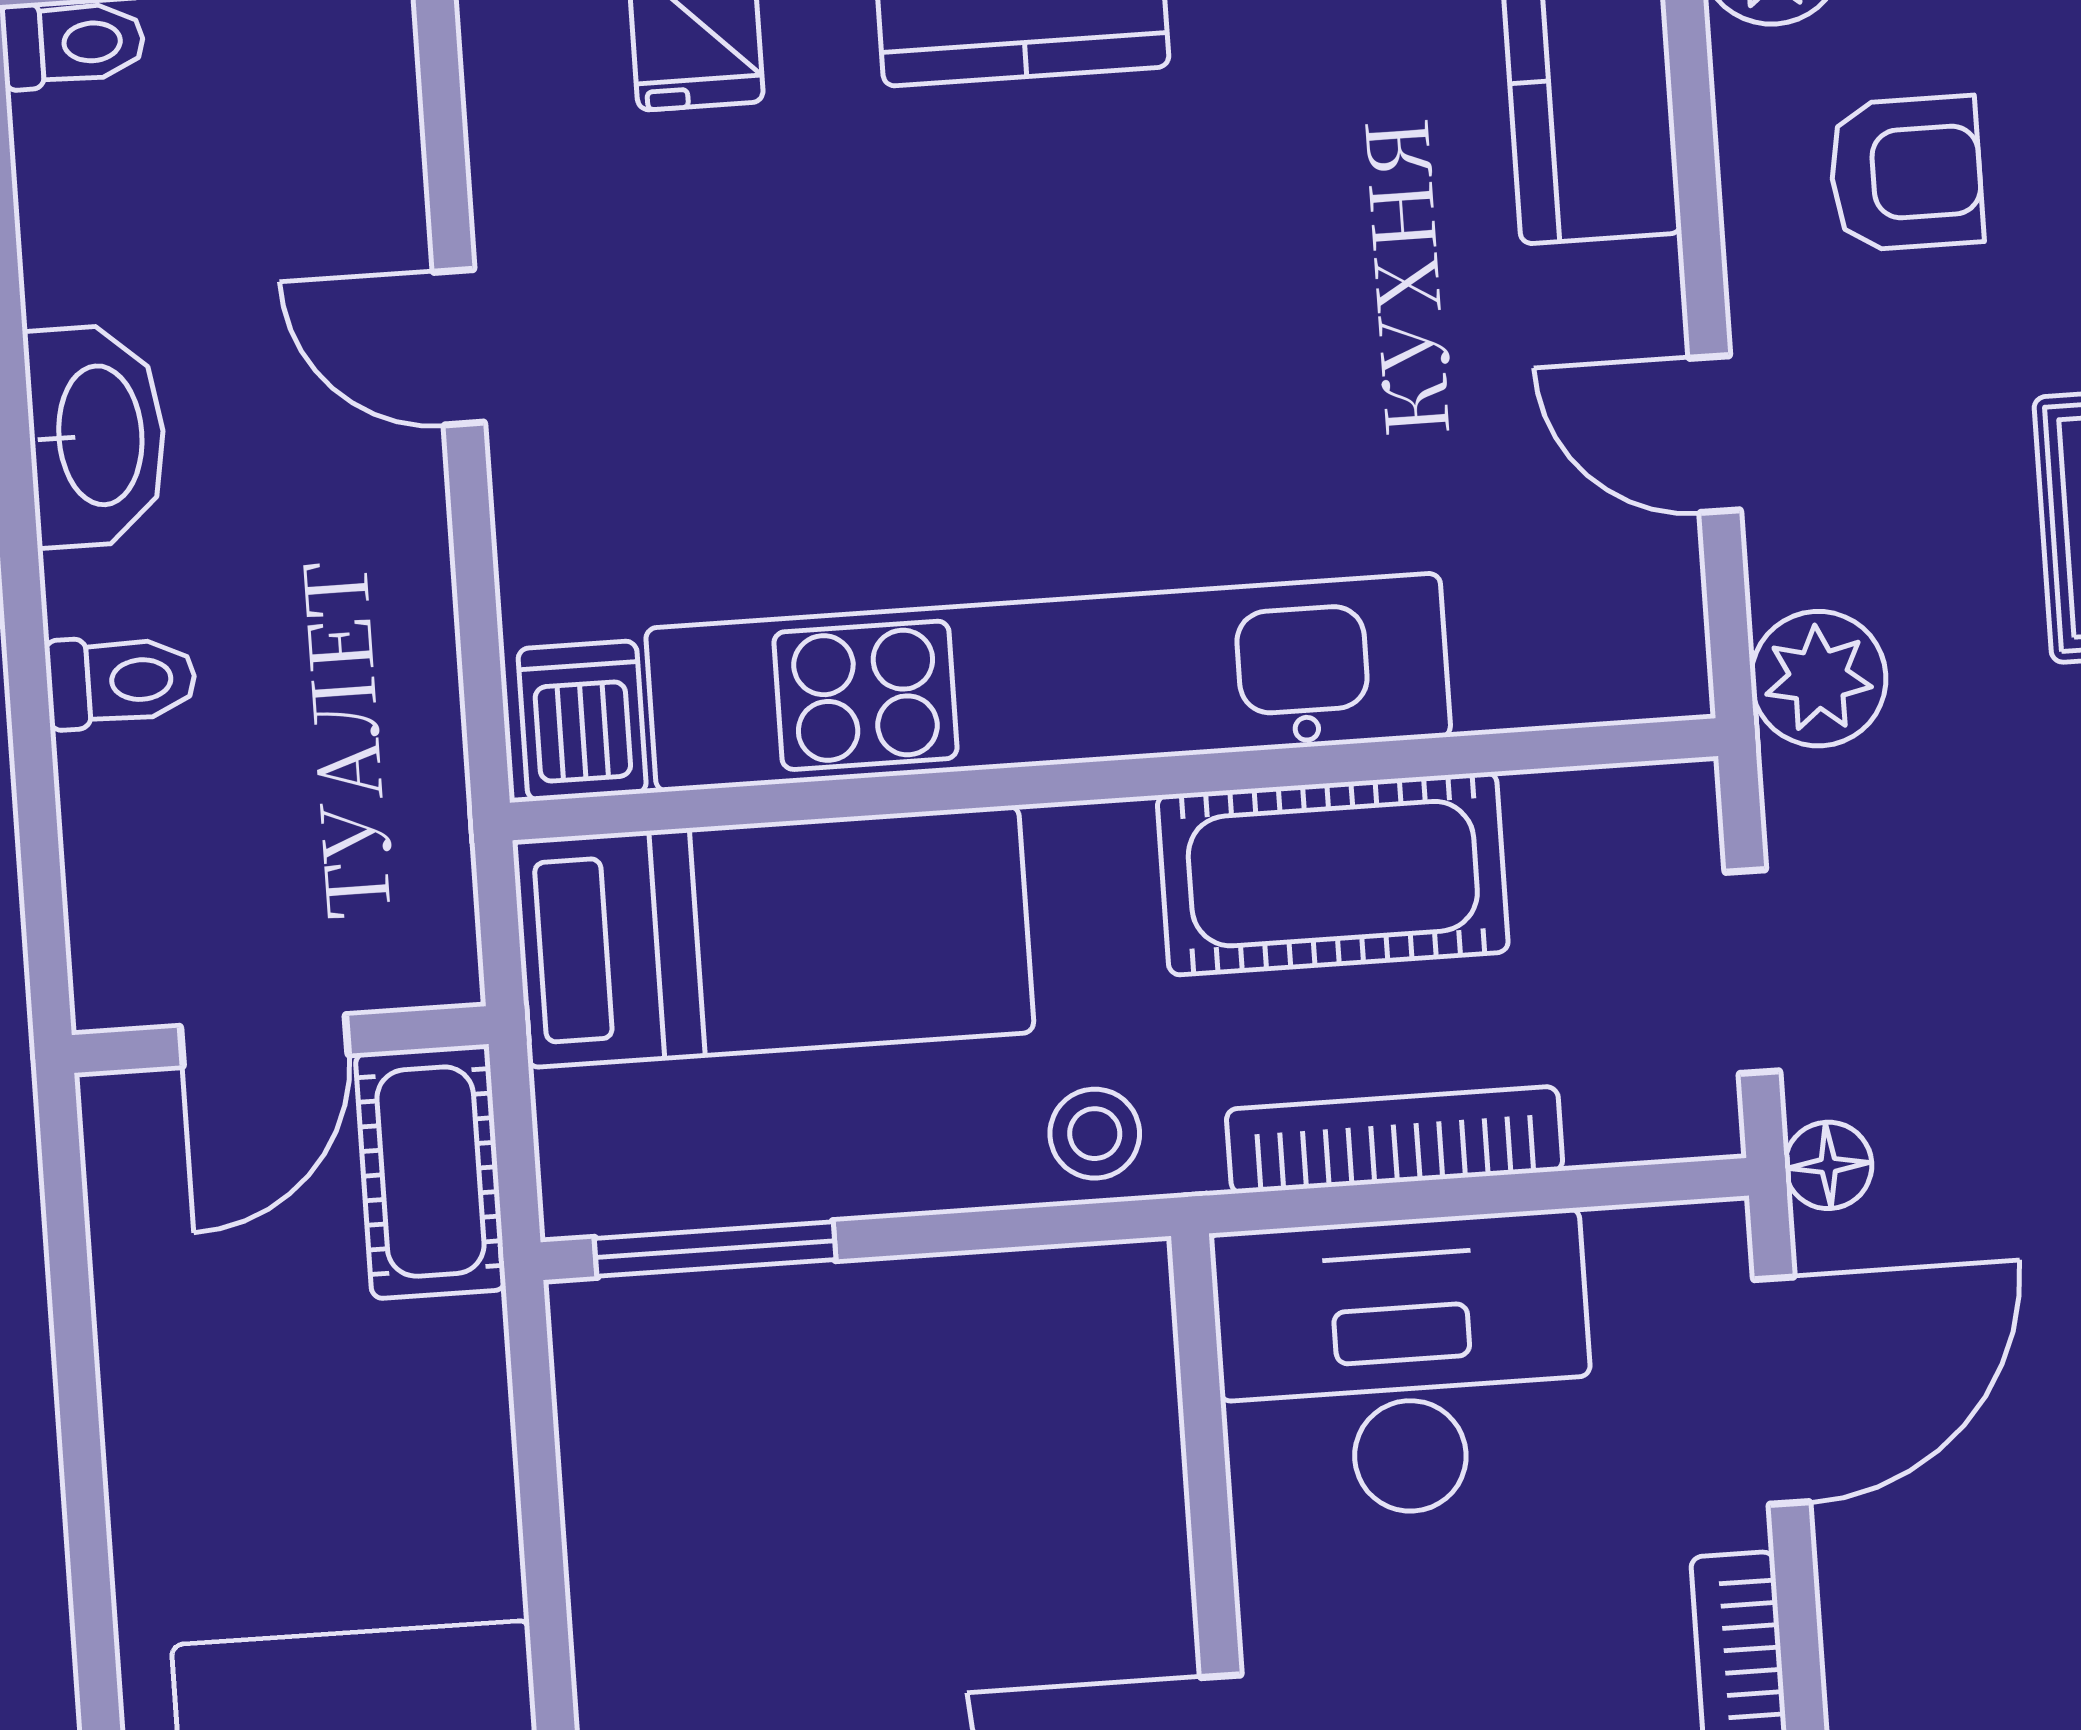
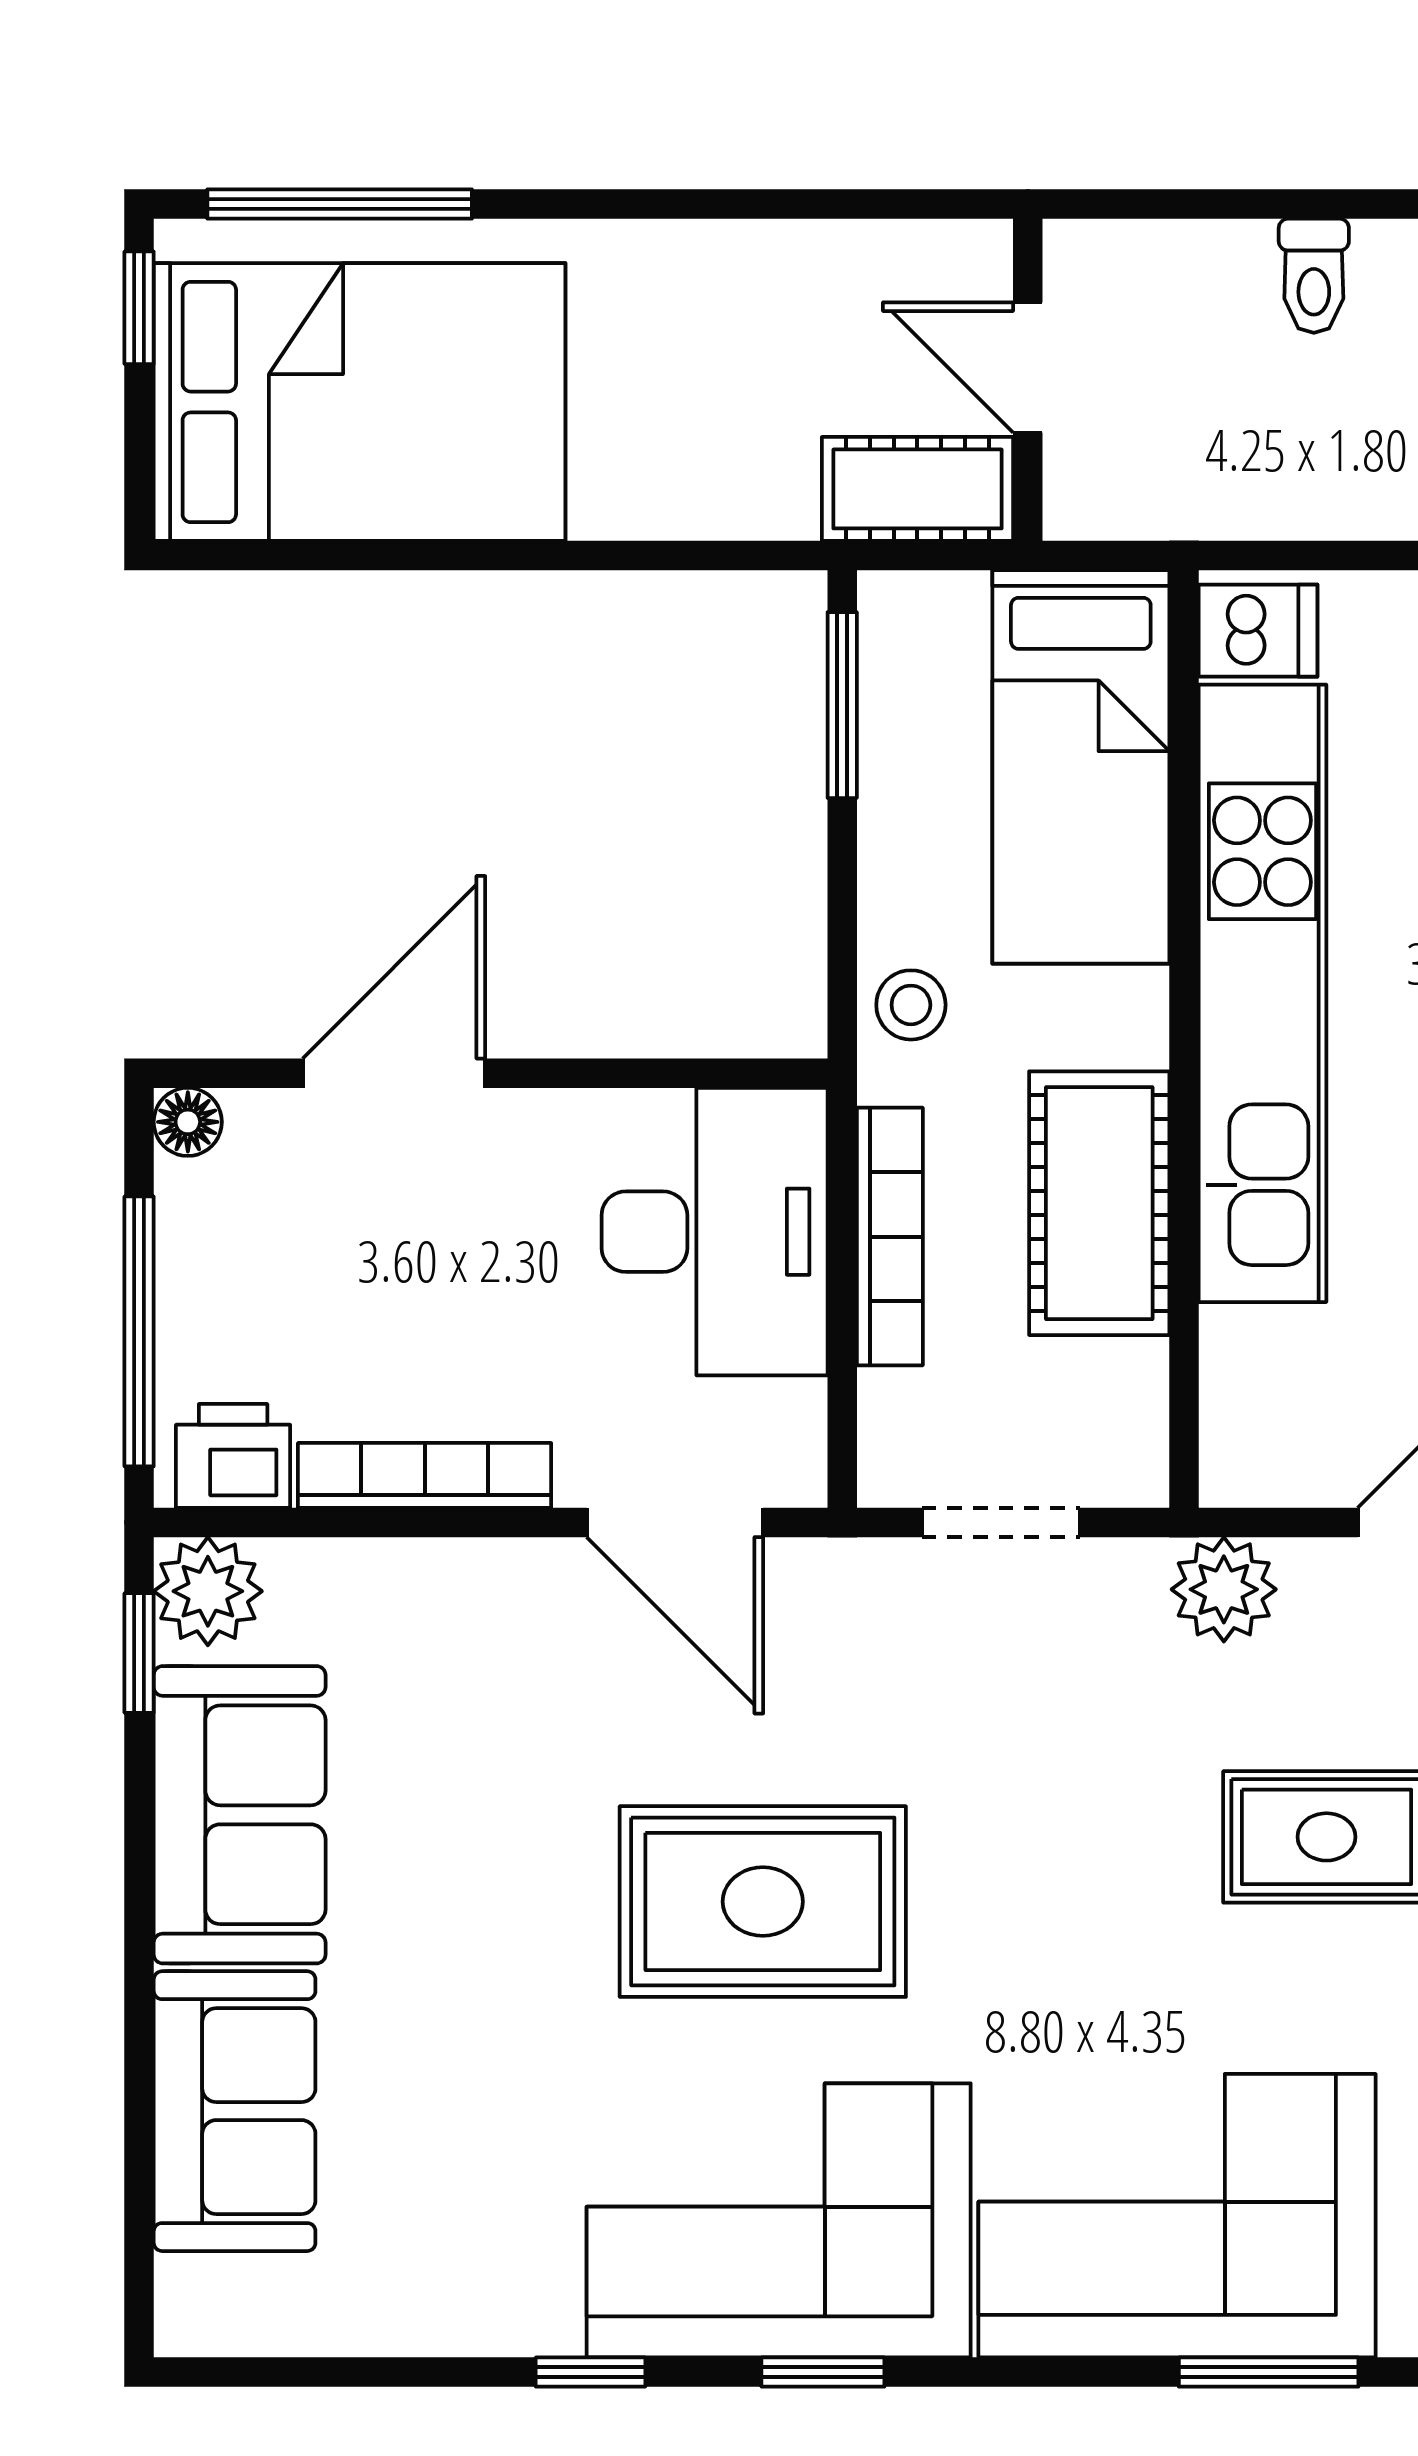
floor lamp: (1828, 1165) -> (847, 1571), removed

